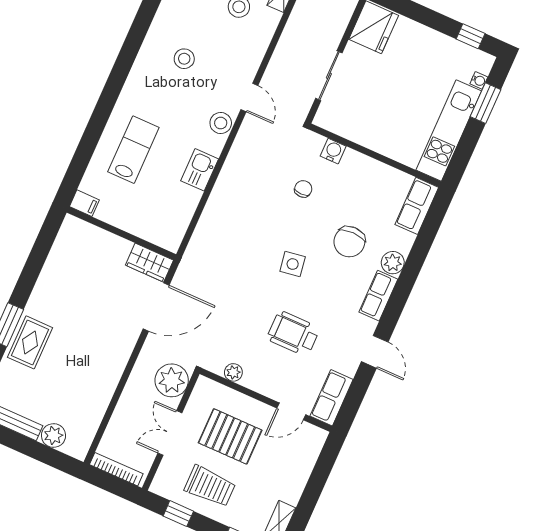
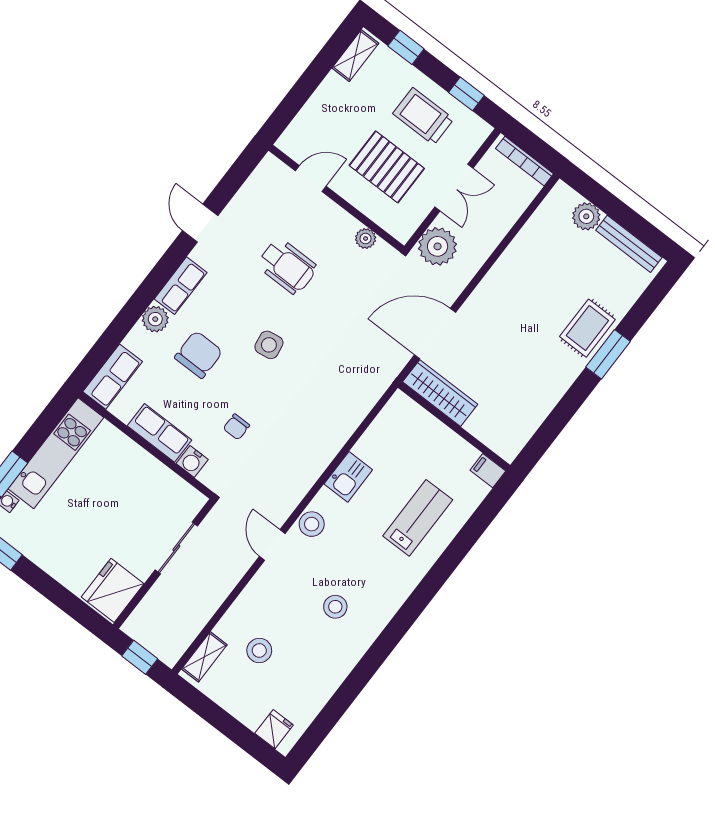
lab bench: (133, 150) -> (418, 518), turned 180
wardrobe: (149, 263) -> (440, 393), width x1.50
row of seats: (332, 398) -> (159, 433), moved, turned -90

